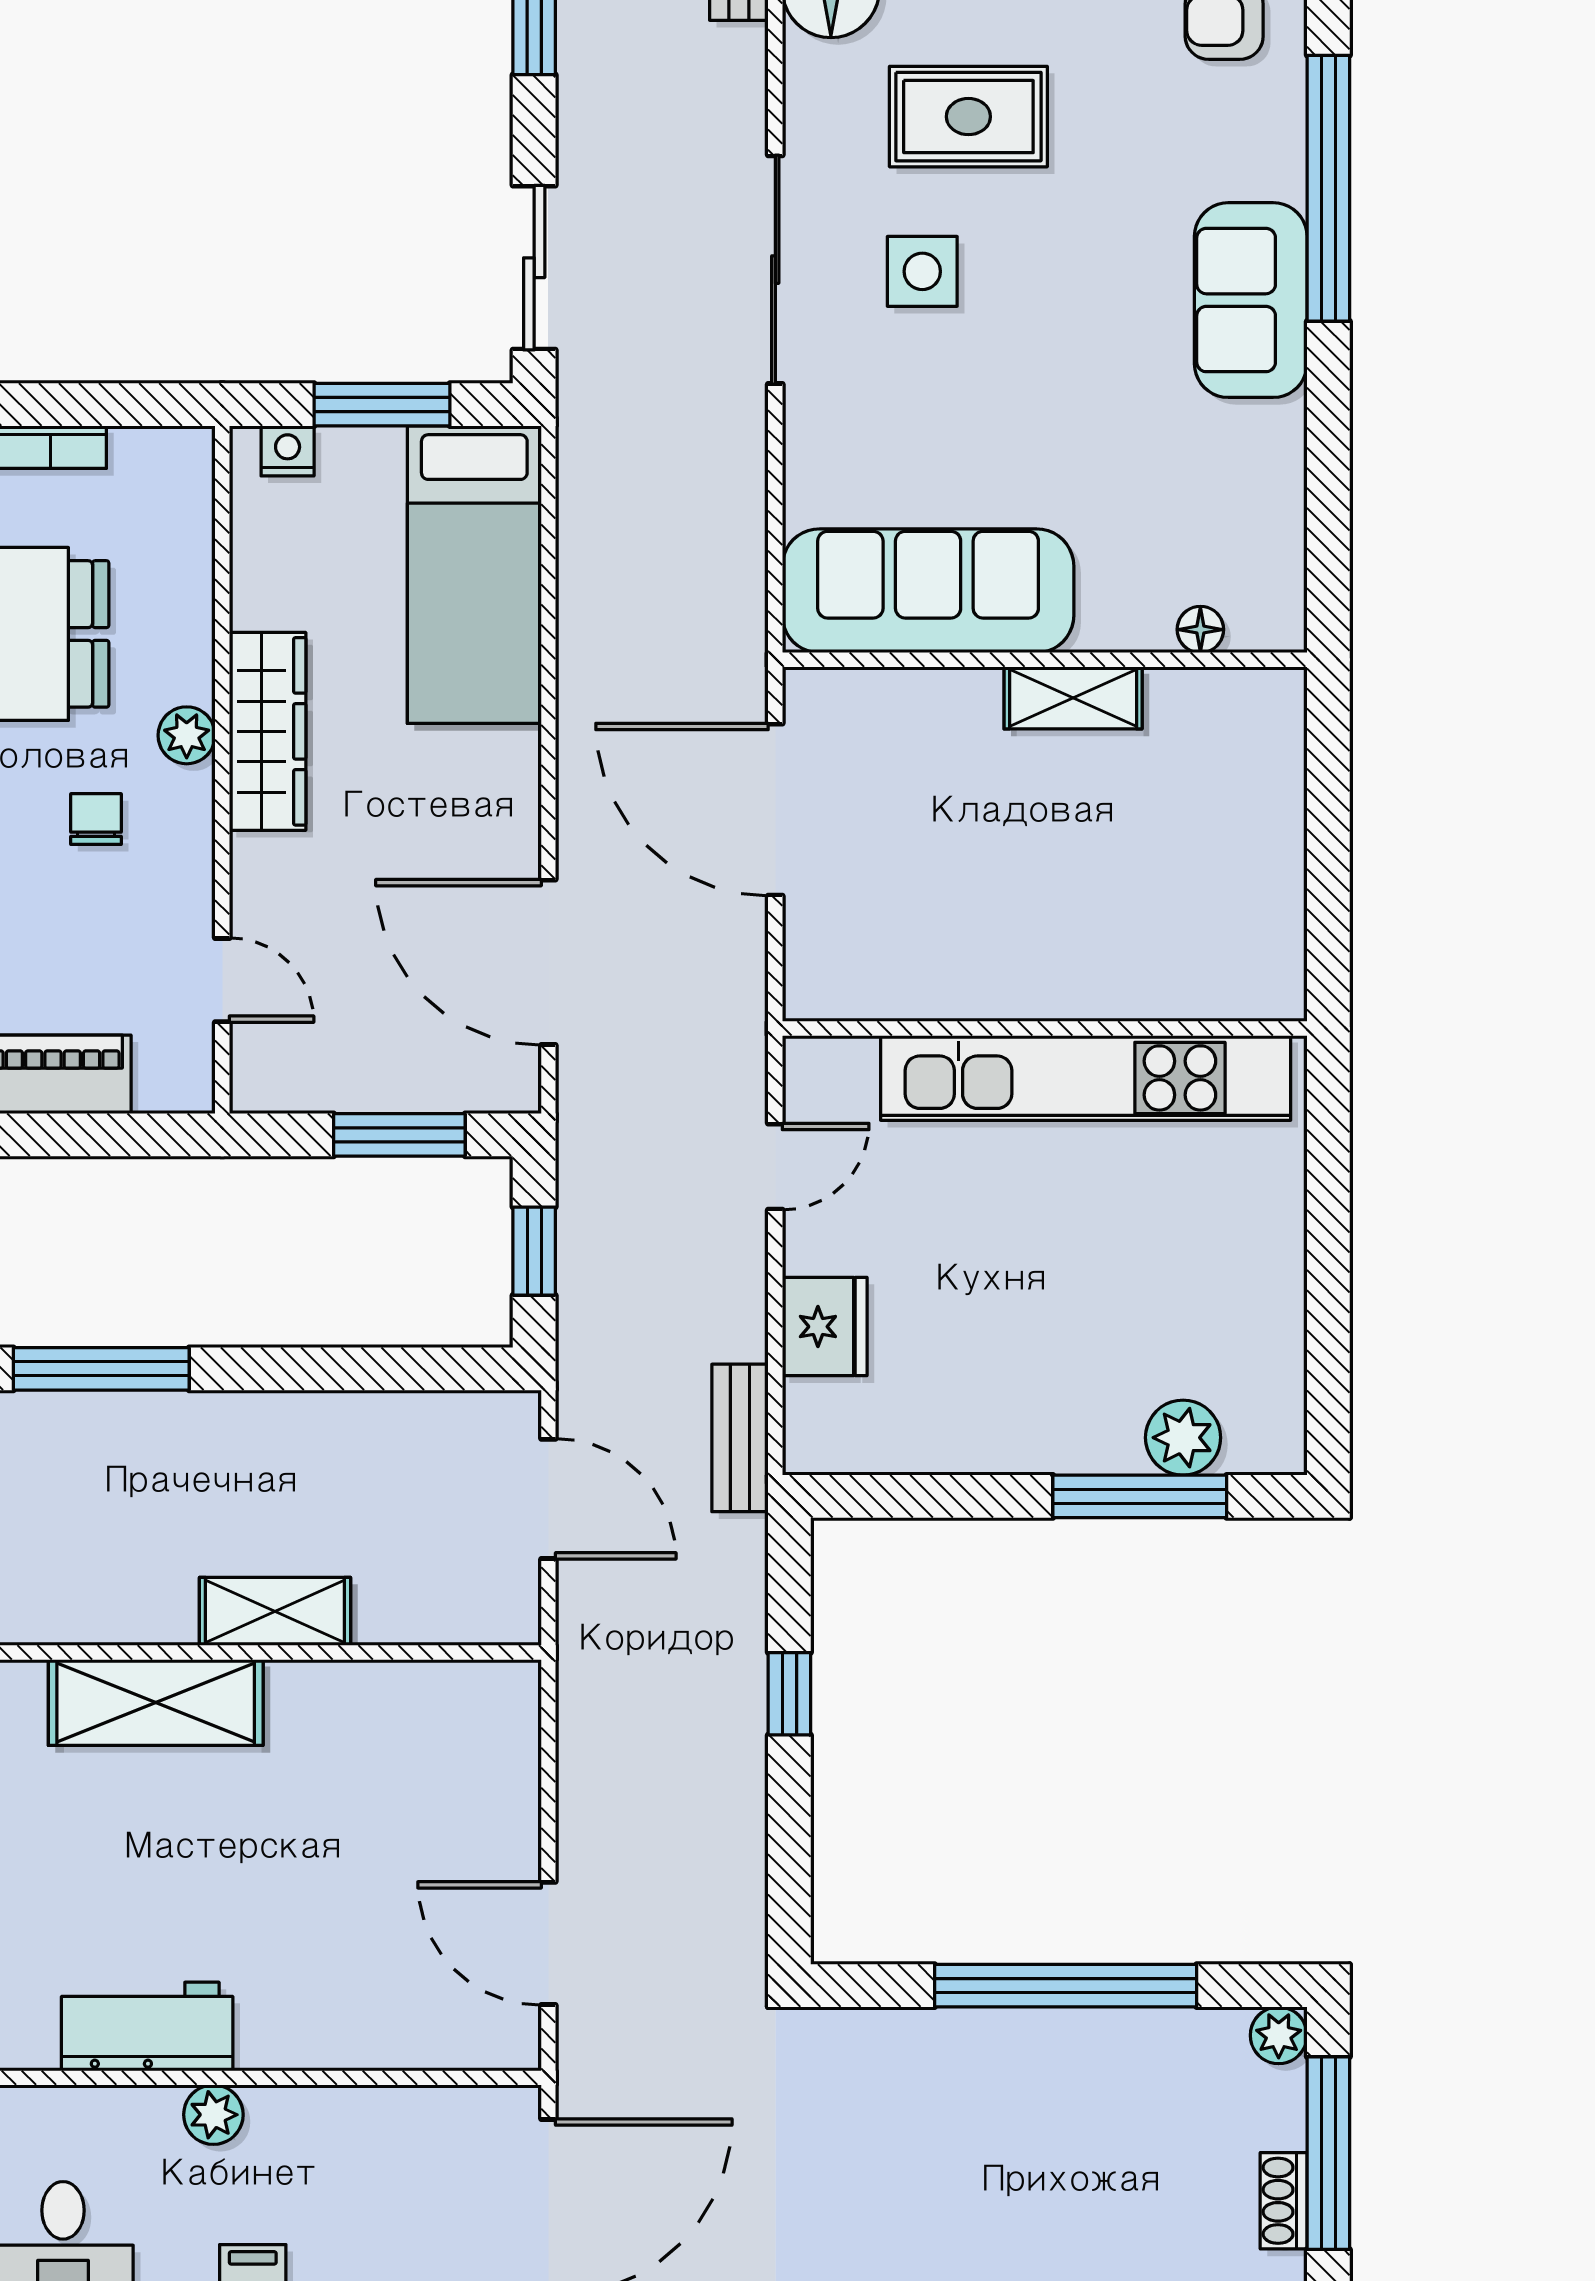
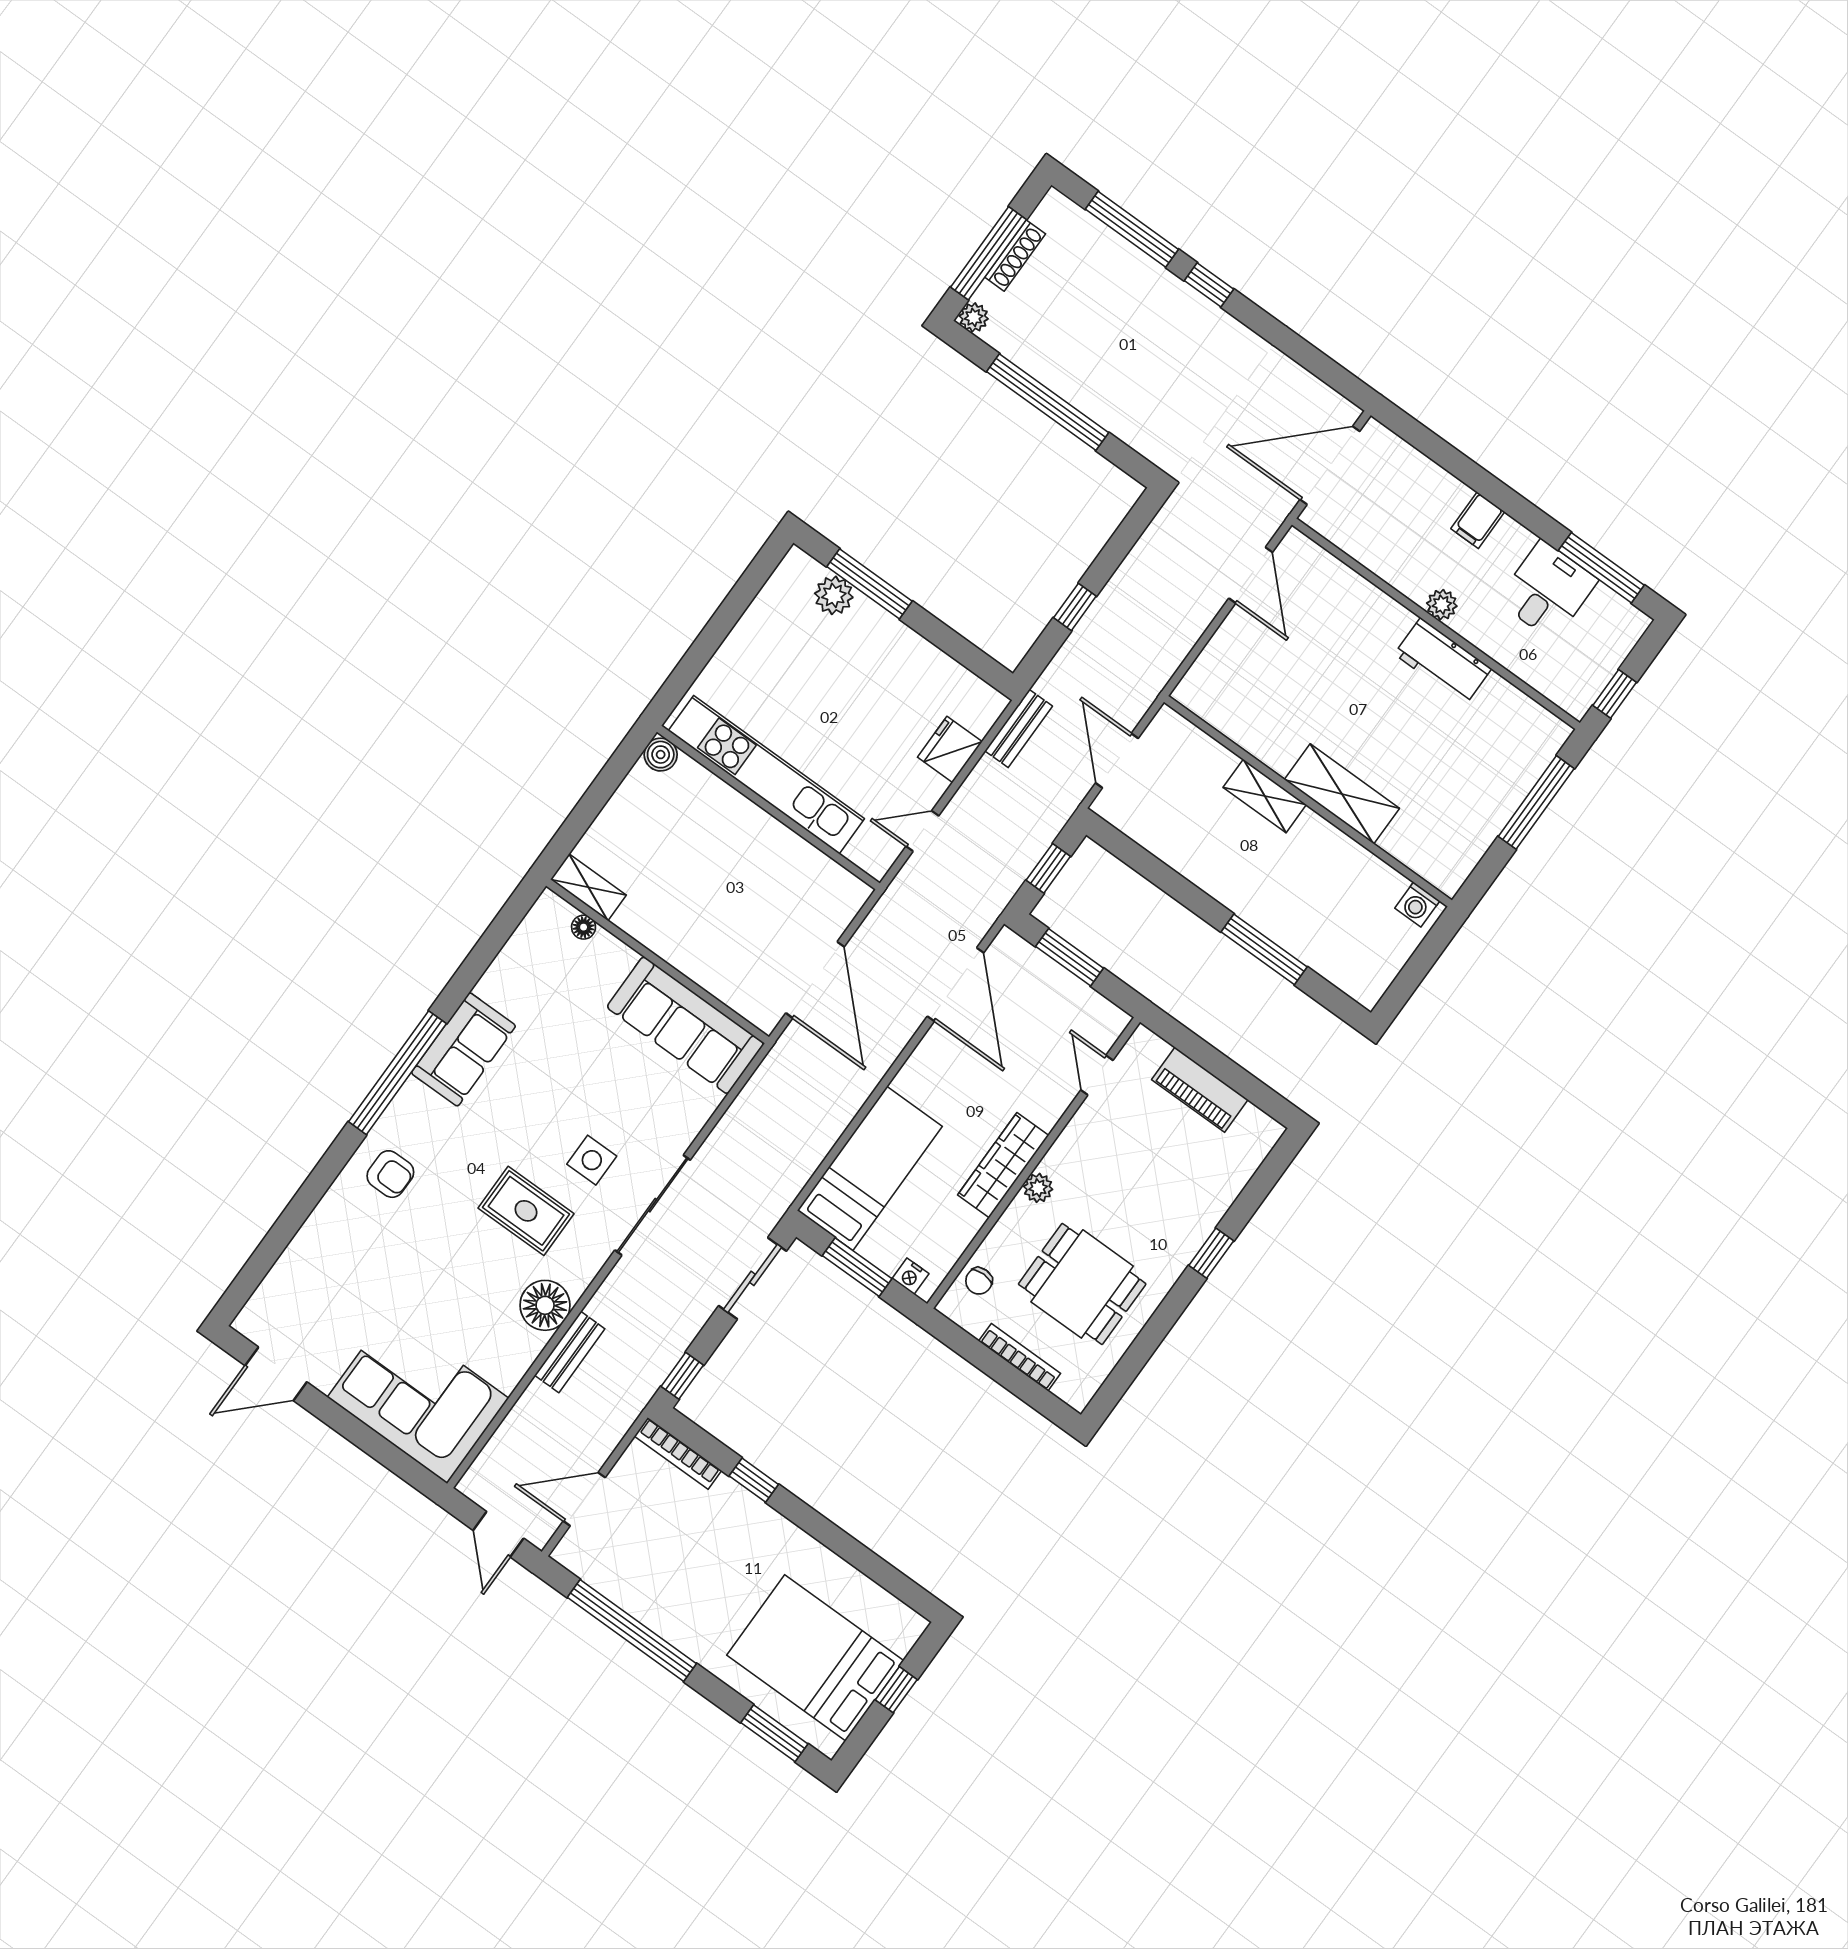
shelving: (1073, 698) -> (588, 887), moved
chair: (96, 819) -> (979, 1281), moved
boiler: (1275, 989) -> (661, 755), added
shoe rack: (1284, 2201) -> (1015, 256), width x1.43

